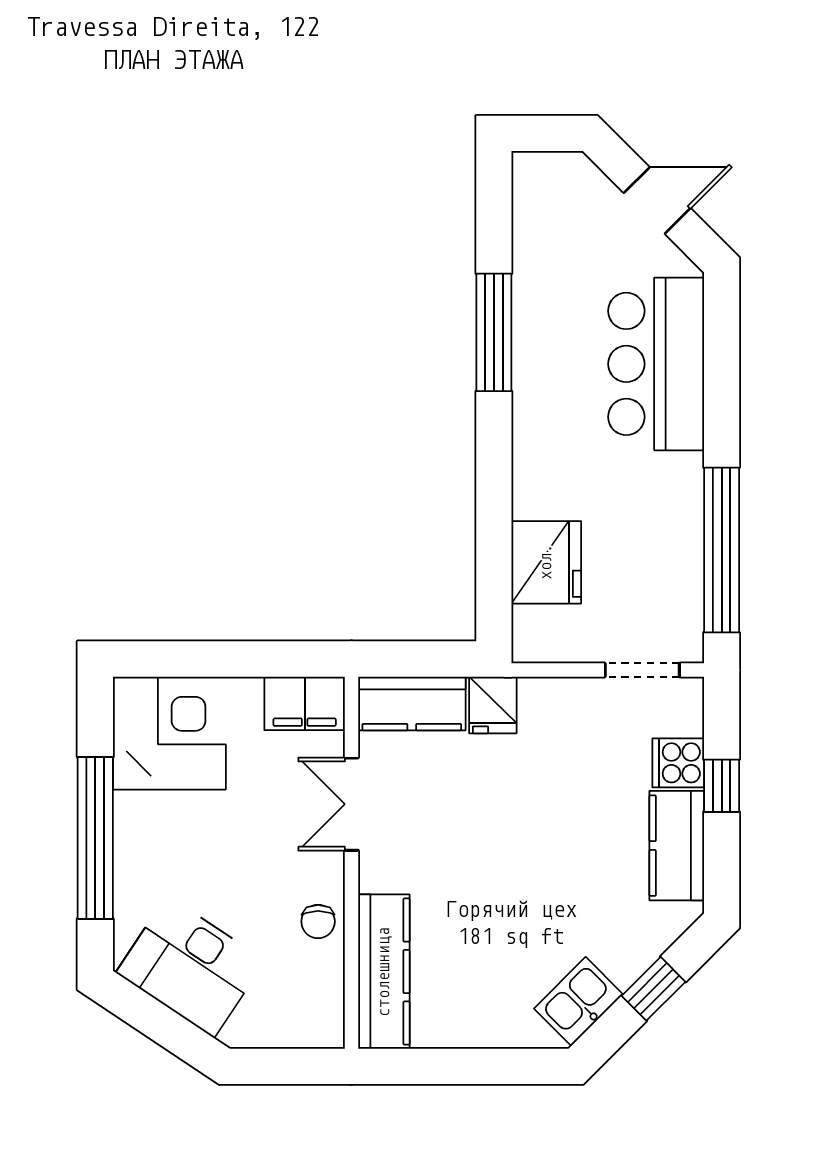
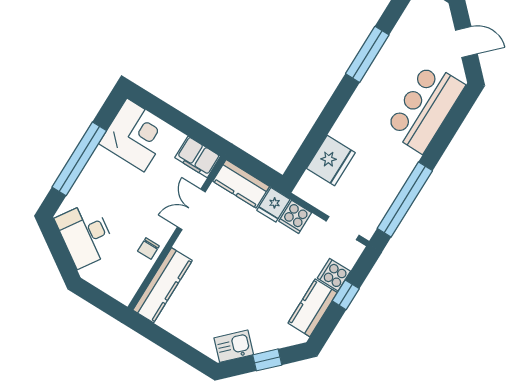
cooker: (545, 703) -> (295, 217), added

